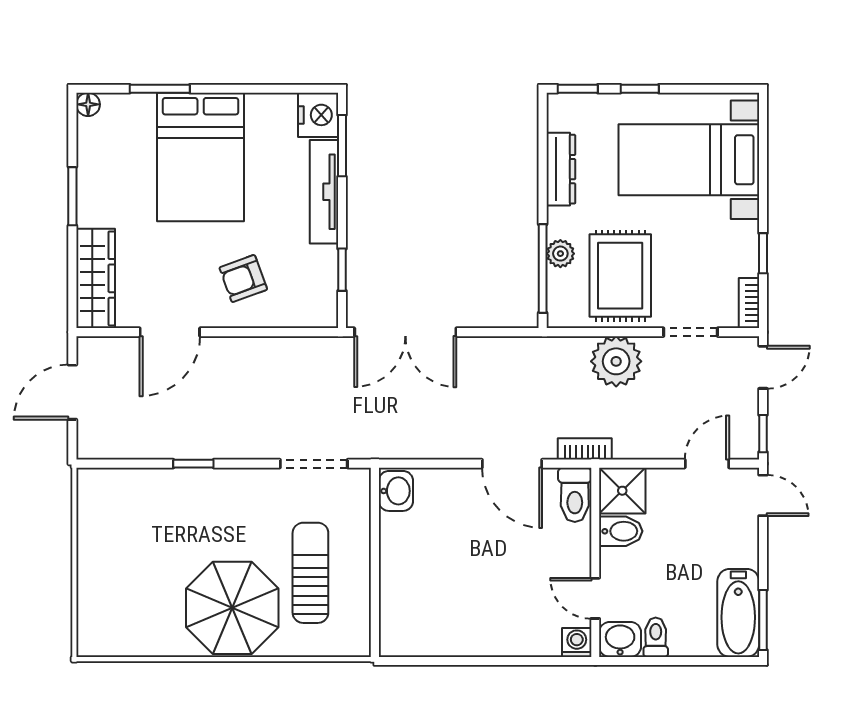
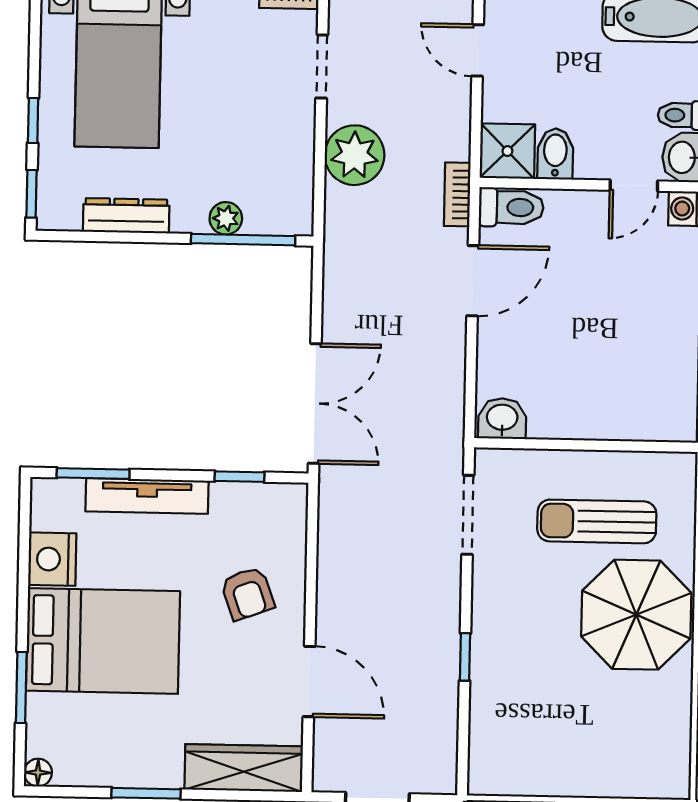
nightstand: (318, 115) -> (52, 559), moved, turned -90
rug: (620, 276) -> (253, 148), removed

